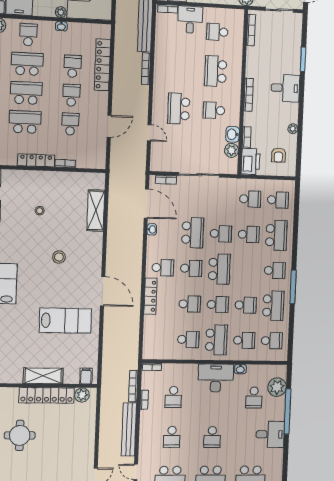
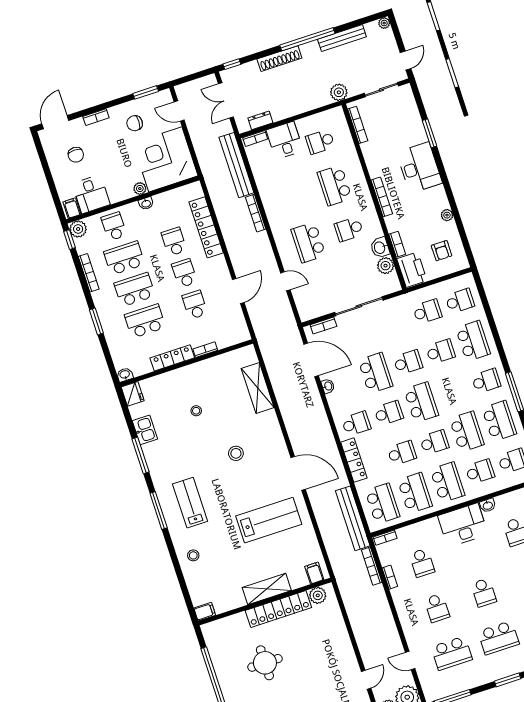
desk: (285, 88) -> (419, 168), width x1.37
school desk: (246, 305) -> (467, 432), width x1.85
school desk: (160, 339) -> (382, 504), added
school desk: (188, 339) -> (415, 493), width x1.85
bench: (129, 430) -> (353, 518), moved

